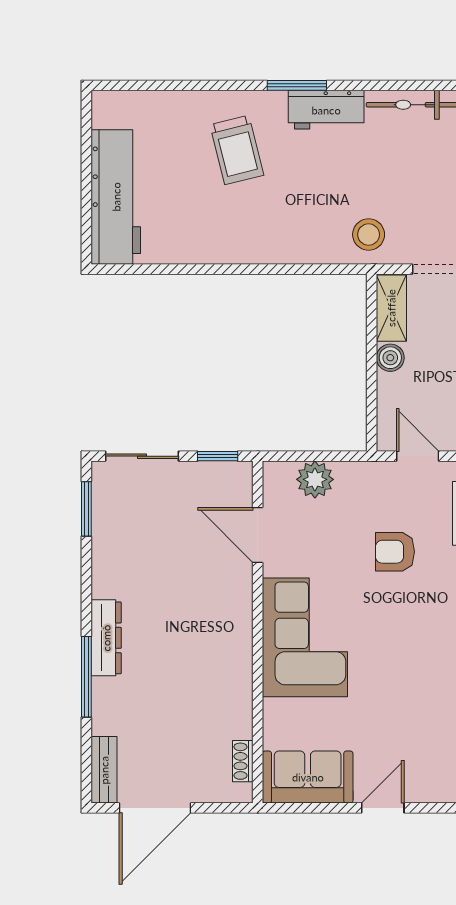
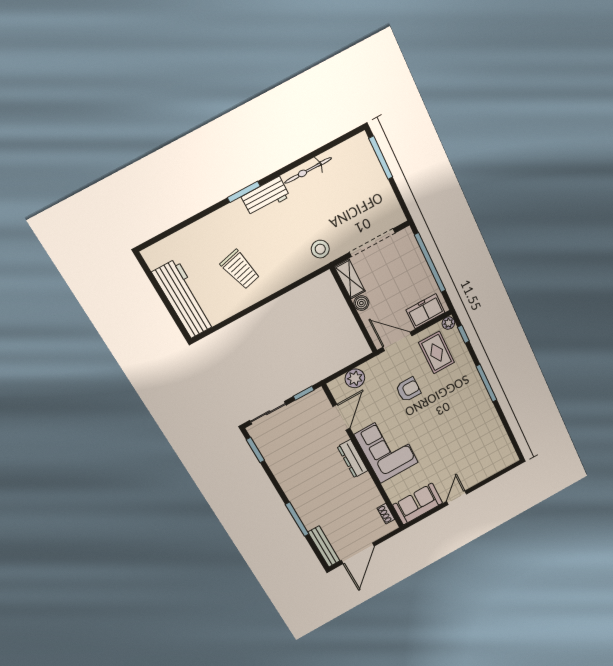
trolley: (237, 150) -> (240, 270), moved
door: (418, 456) -> (397, 341), width x1.37
door: (258, 535) -> (341, 417), swing flipped
armchair: (395, 552) -> (408, 390), turned 180
dresser: (106, 638) -> (353, 459), moved, turned 180
bench: (104, 770) -> (324, 547), width x1.36

